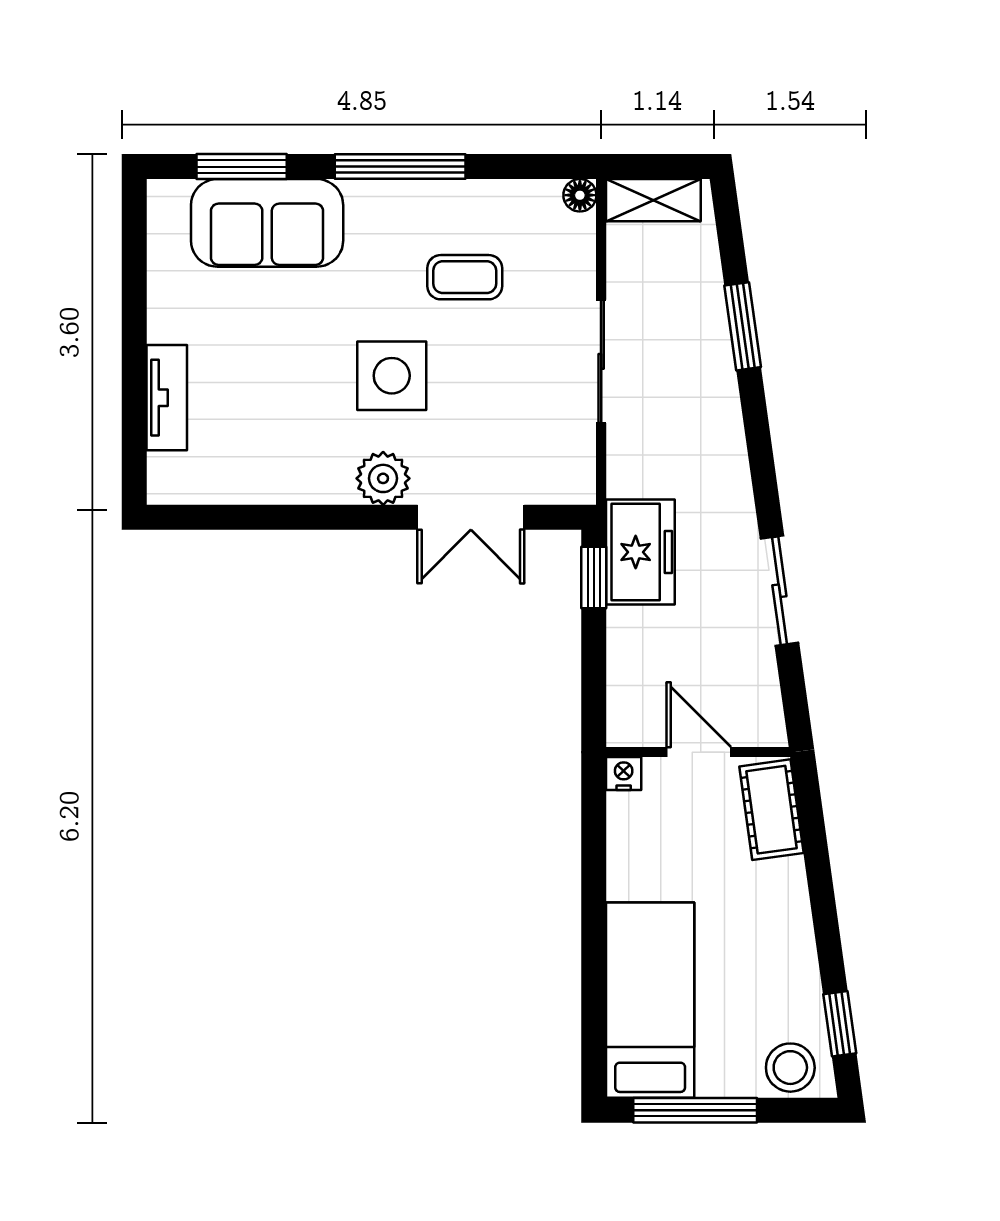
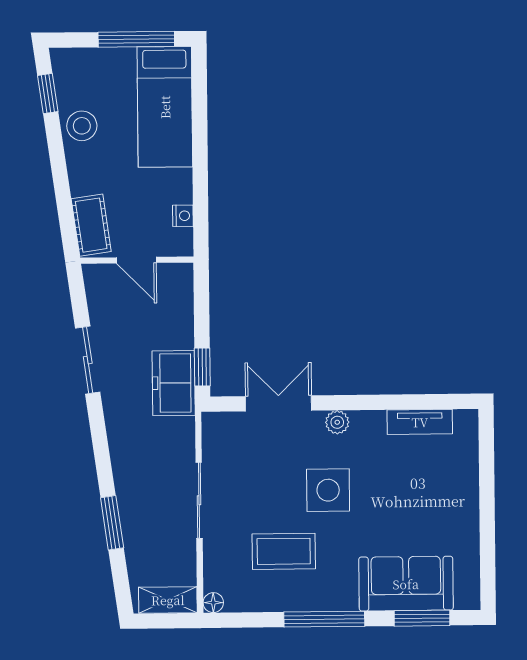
coffee table: (465, 277) -> (284, 551), width x1.36, depth x1.30
tv unit: (167, 398) -> (420, 422), moved, turned -90
plant: (383, 478) -> (337, 422), width x0.73, depth x0.73
nightstand: (624, 774) -> (183, 216), moved, turned -90
stool: (790, 1068) -> (82, 126), moved

